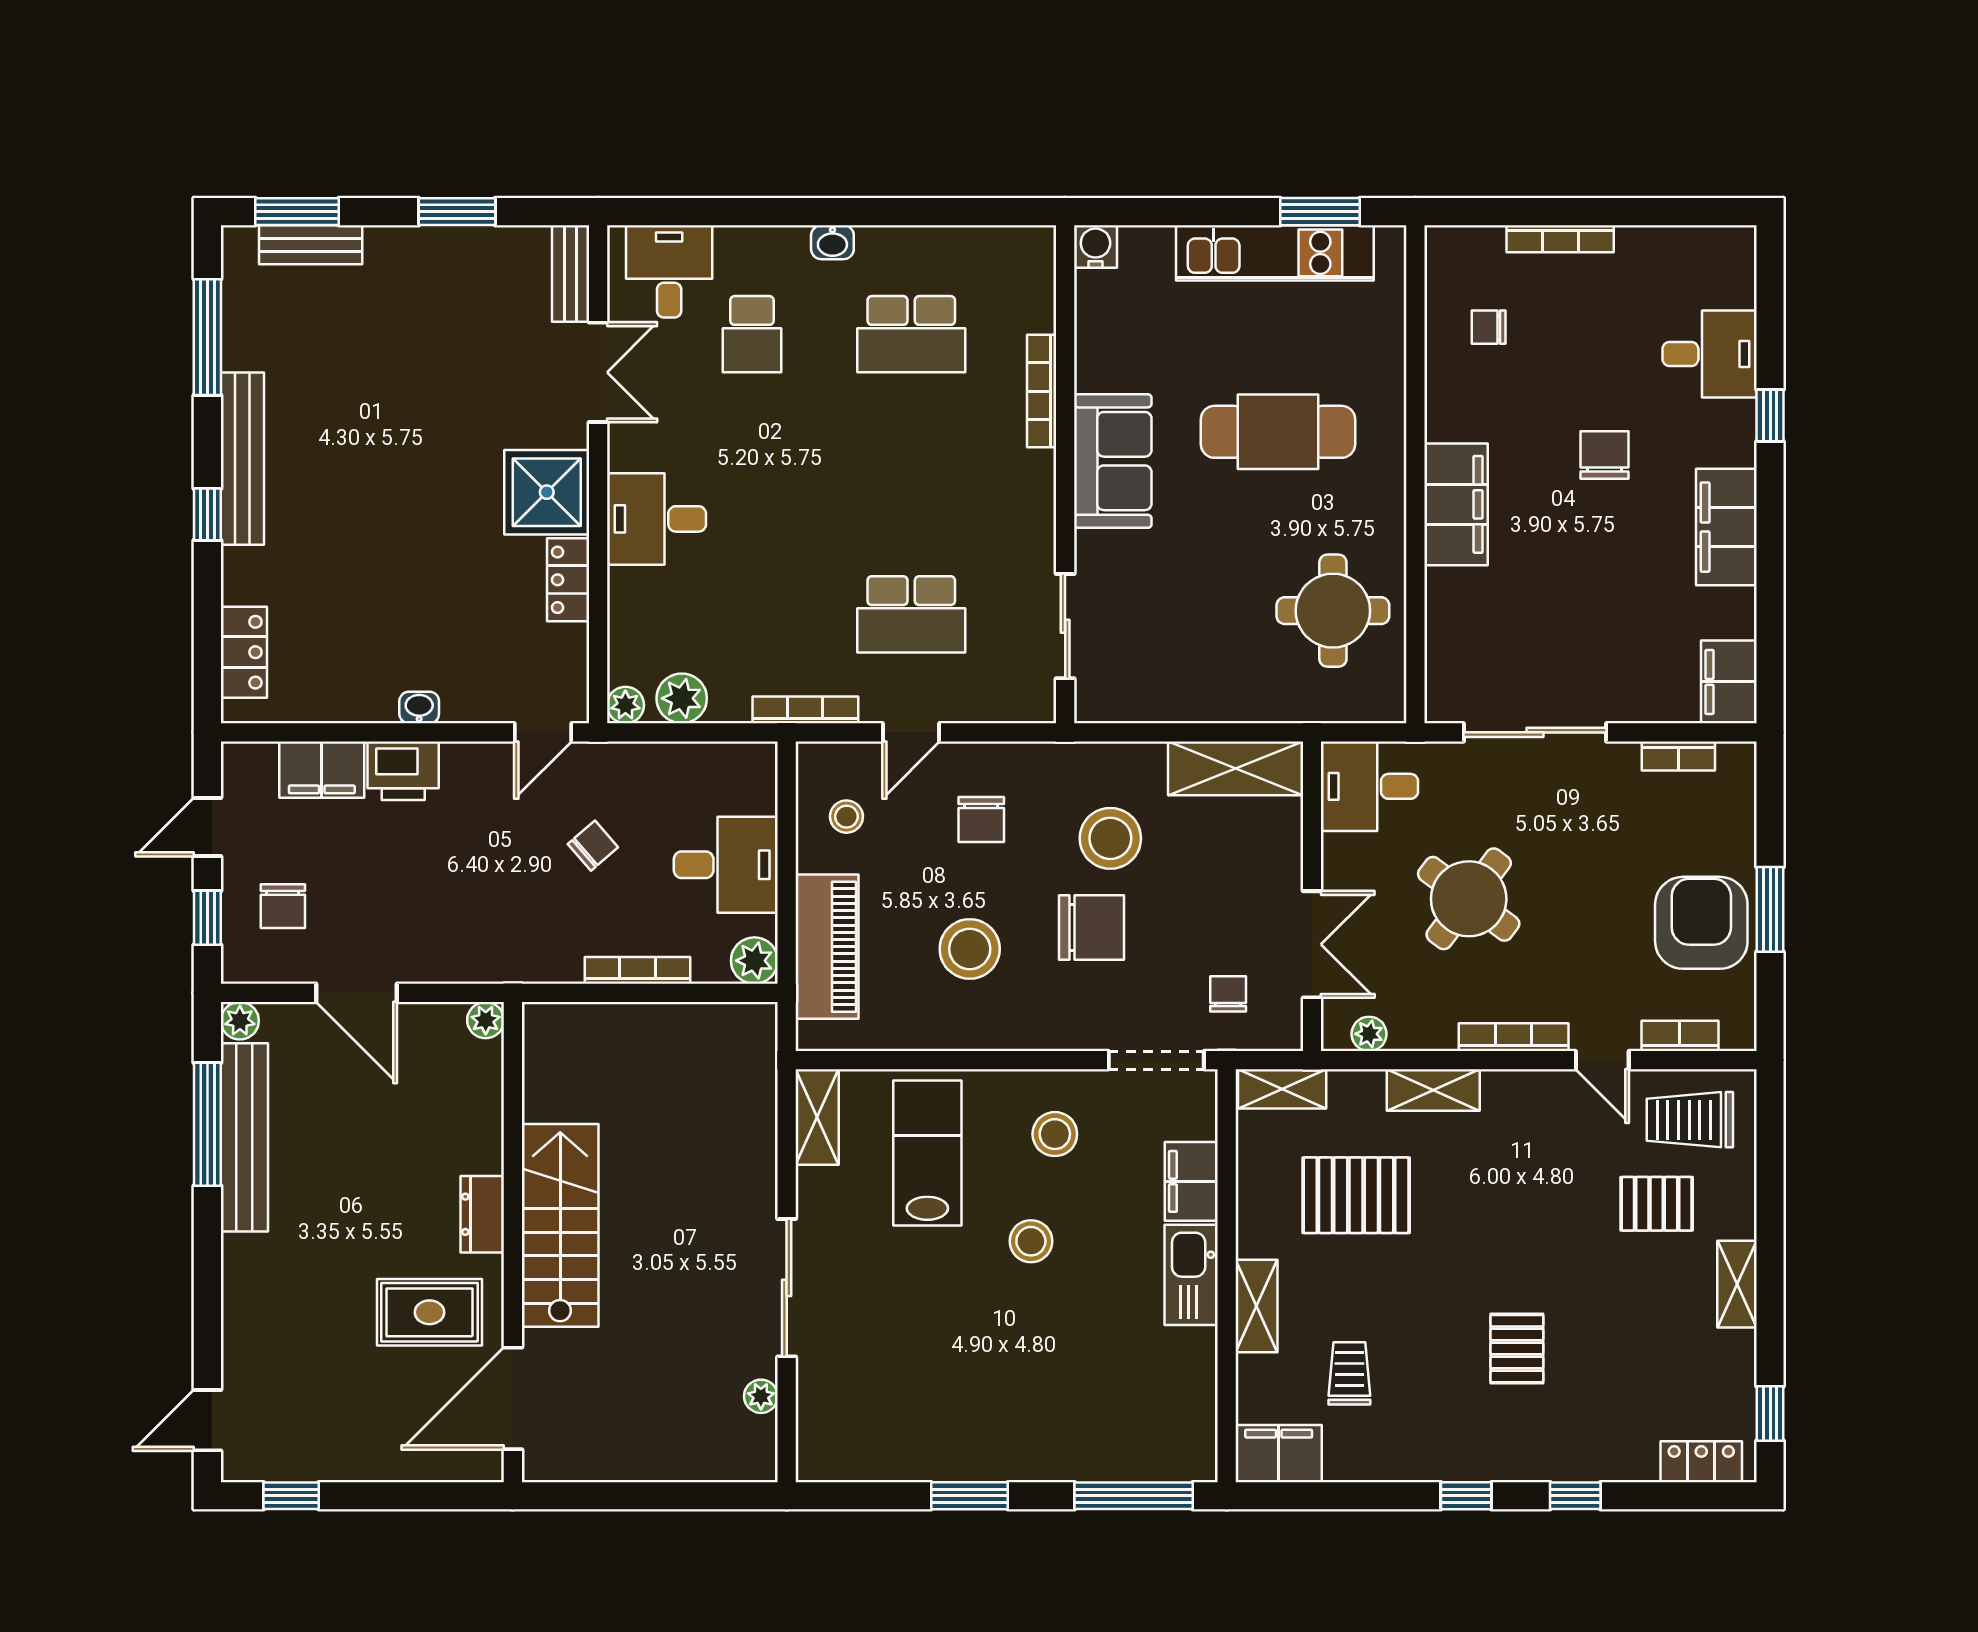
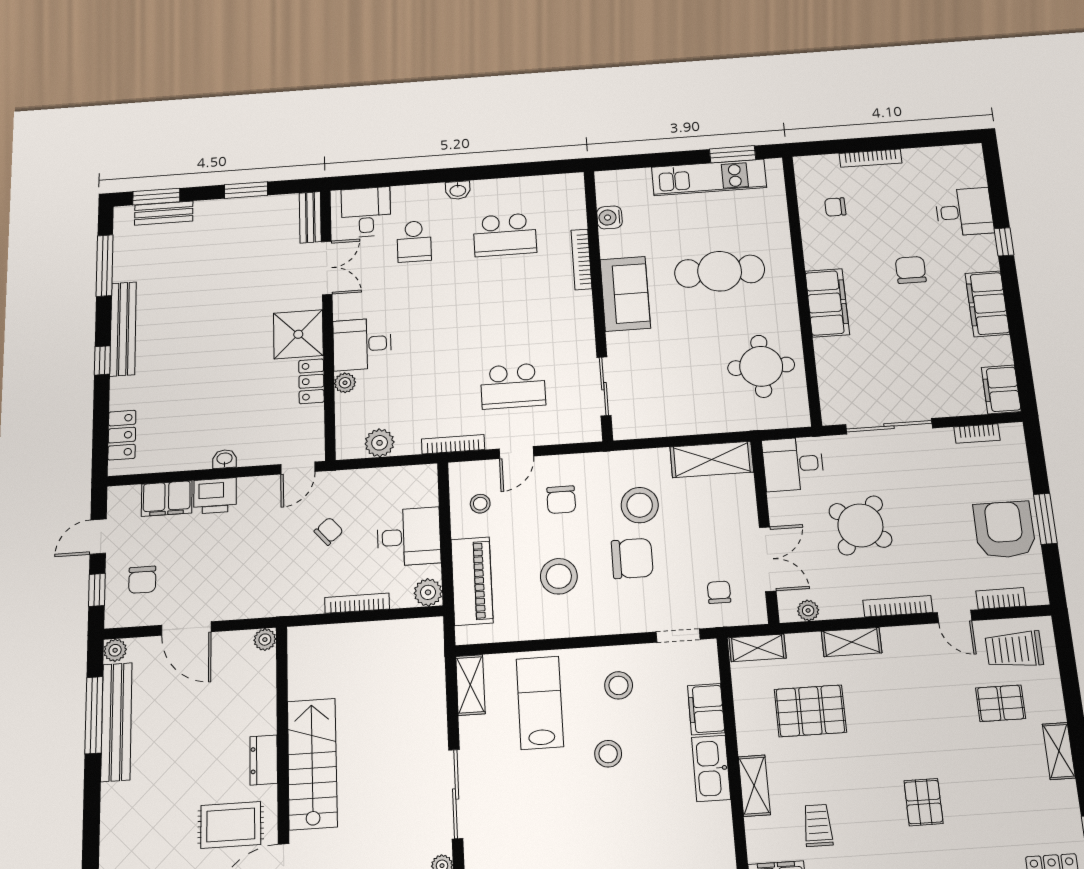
water cooler: (1095, 246) -> (609, 217), moved, turned -90
plant: (625, 705) -> (345, 383), moved
doorway: (1156, 1060) -> (678, 636), width x0.73

